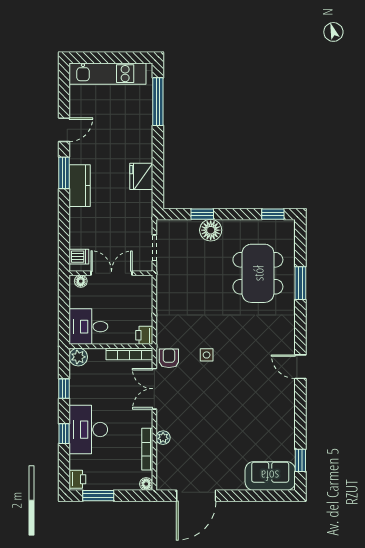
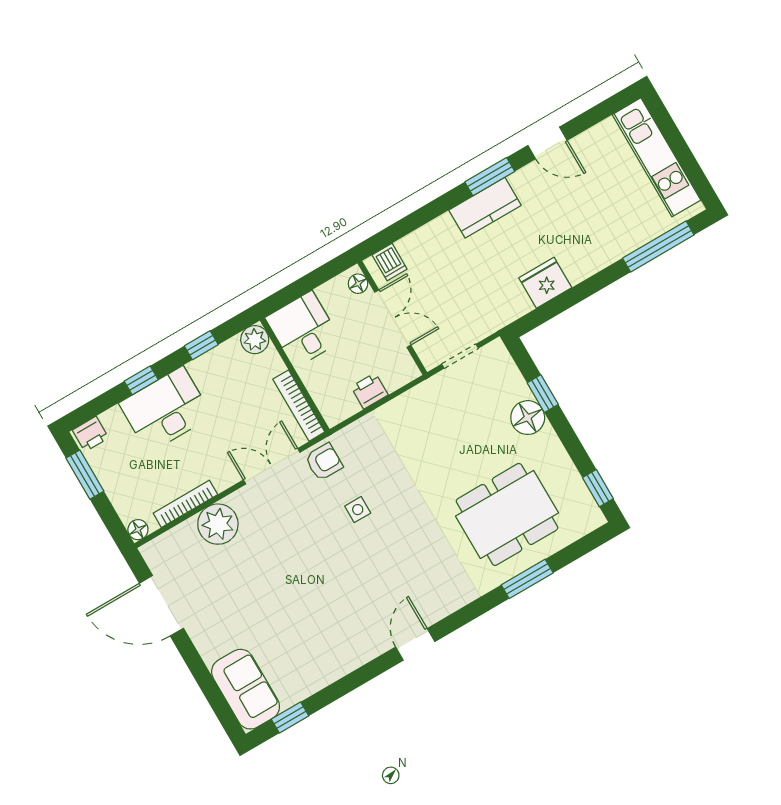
printer: (144, 335) -> (370, 391), moved
plant: (163, 438) -> (218, 524), width x1.88, depth x1.88

